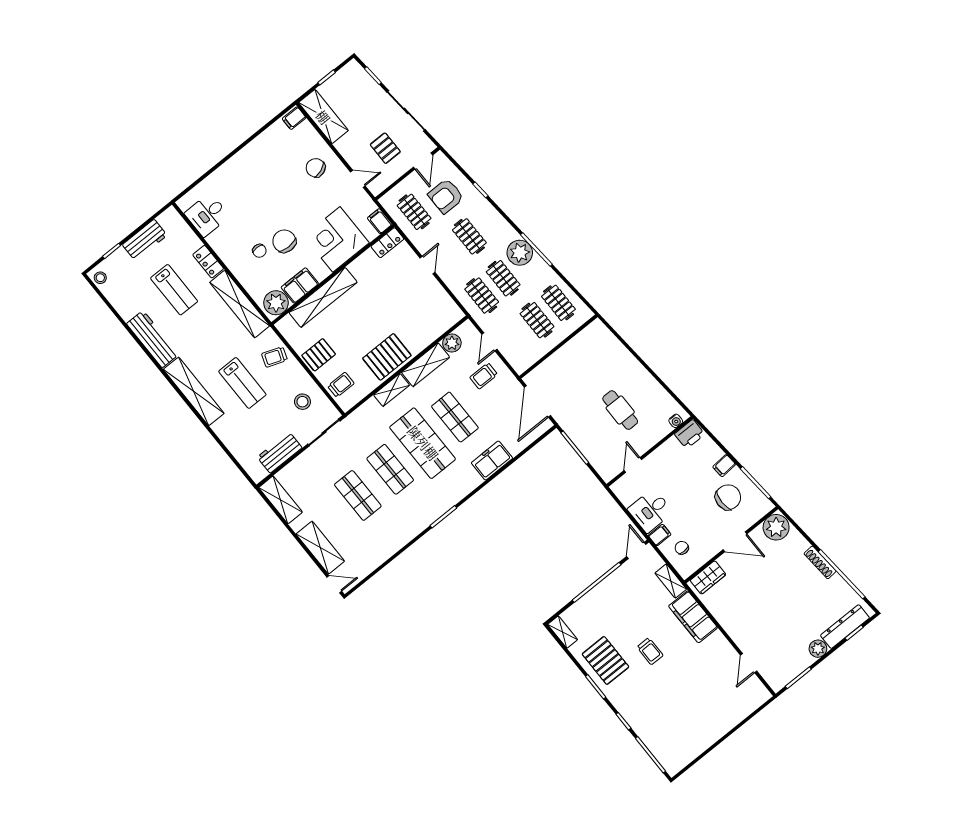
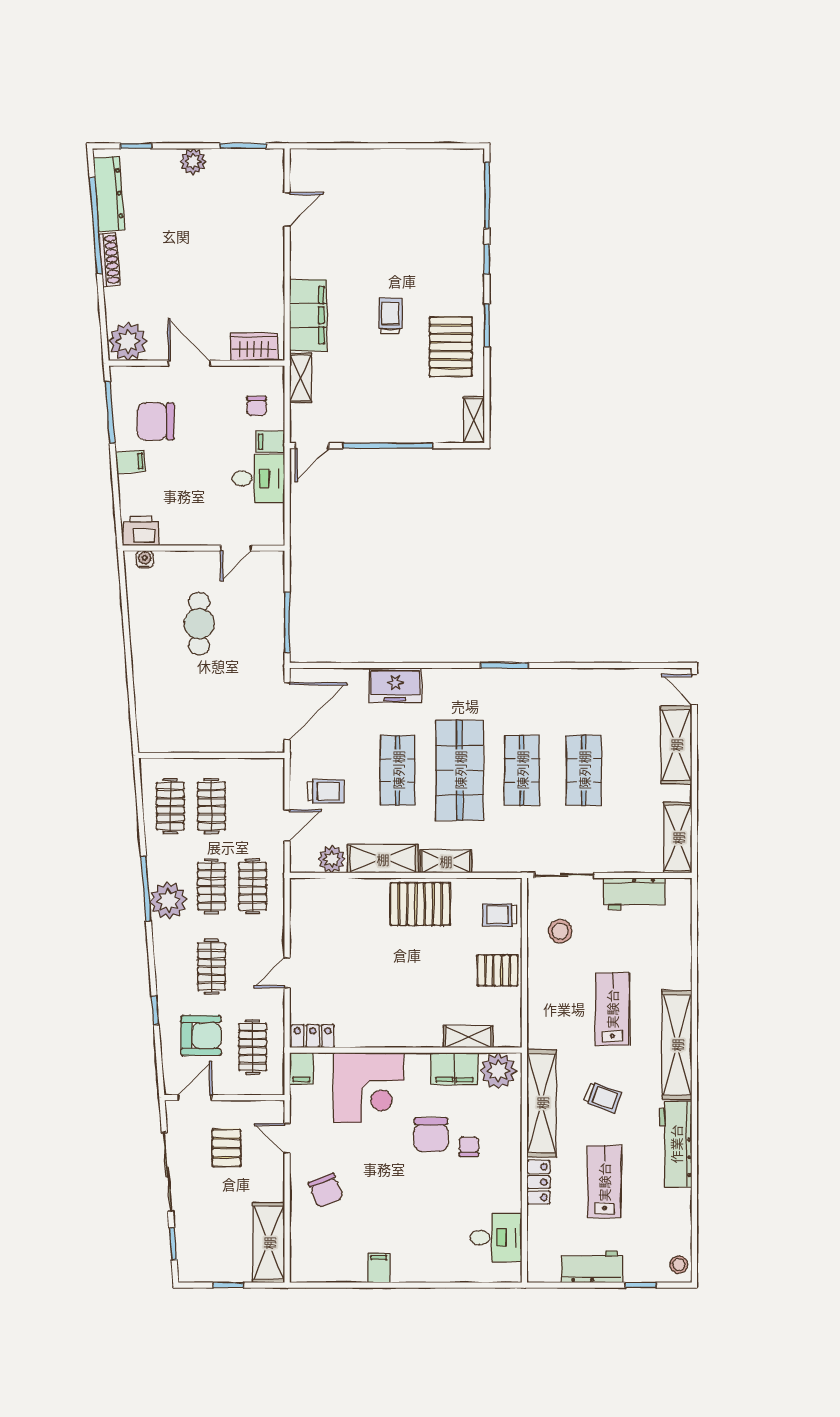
filing cabinet: (294, 118) -> (379, 1268), moved, turned -90
shelving: (323, 297) -> (468, 1037), width x0.45, depth x0.75
trolley: (274, 357) -> (603, 1097), moved
dresser: (845, 627) -> (109, 194), moved, turned -94

